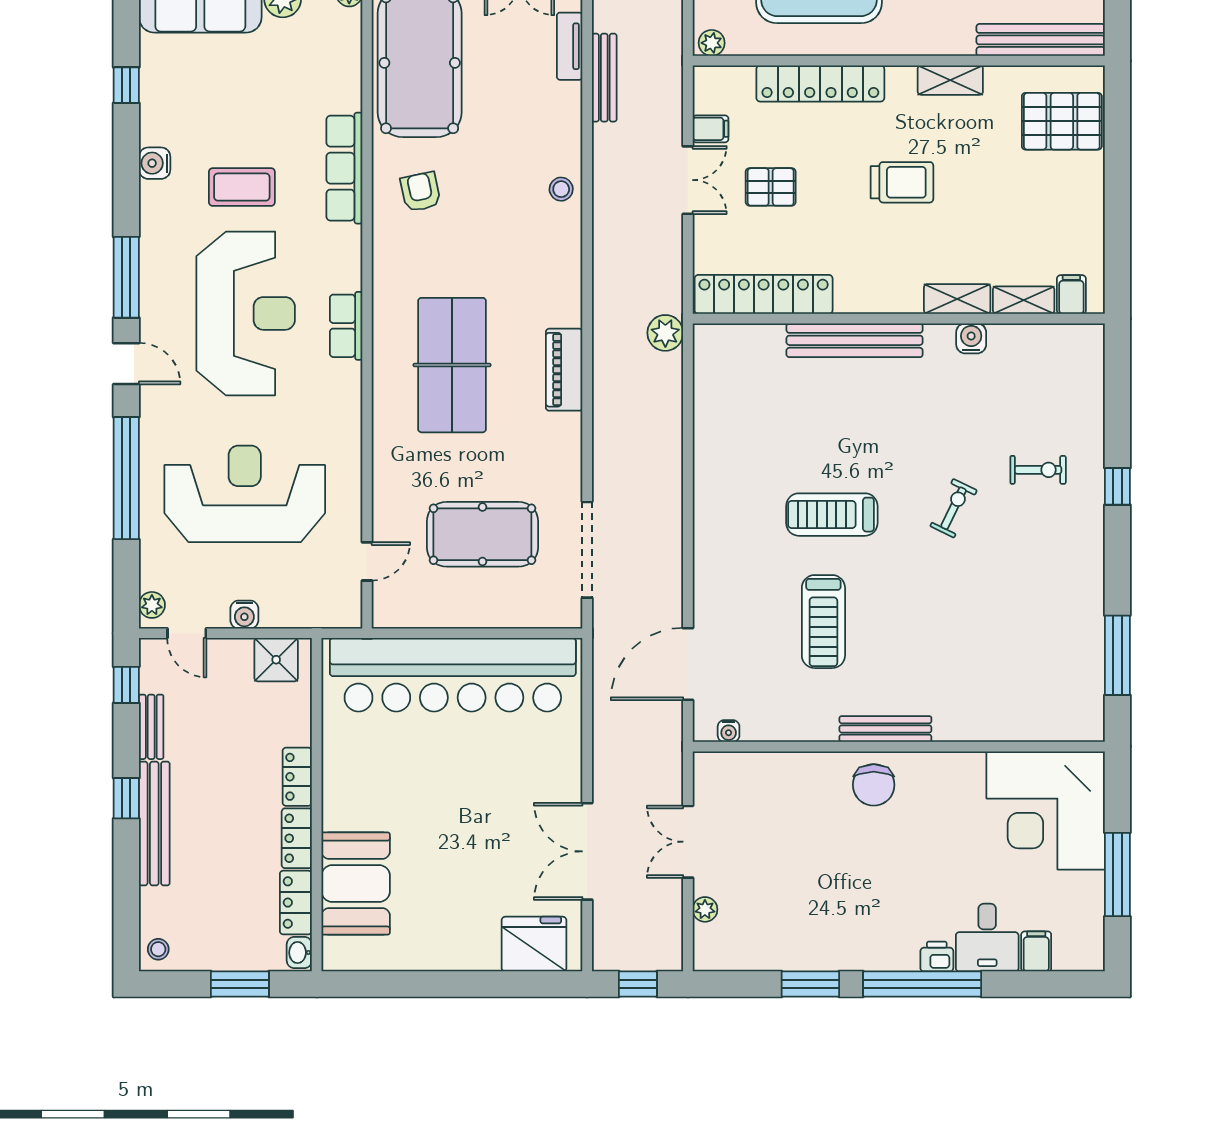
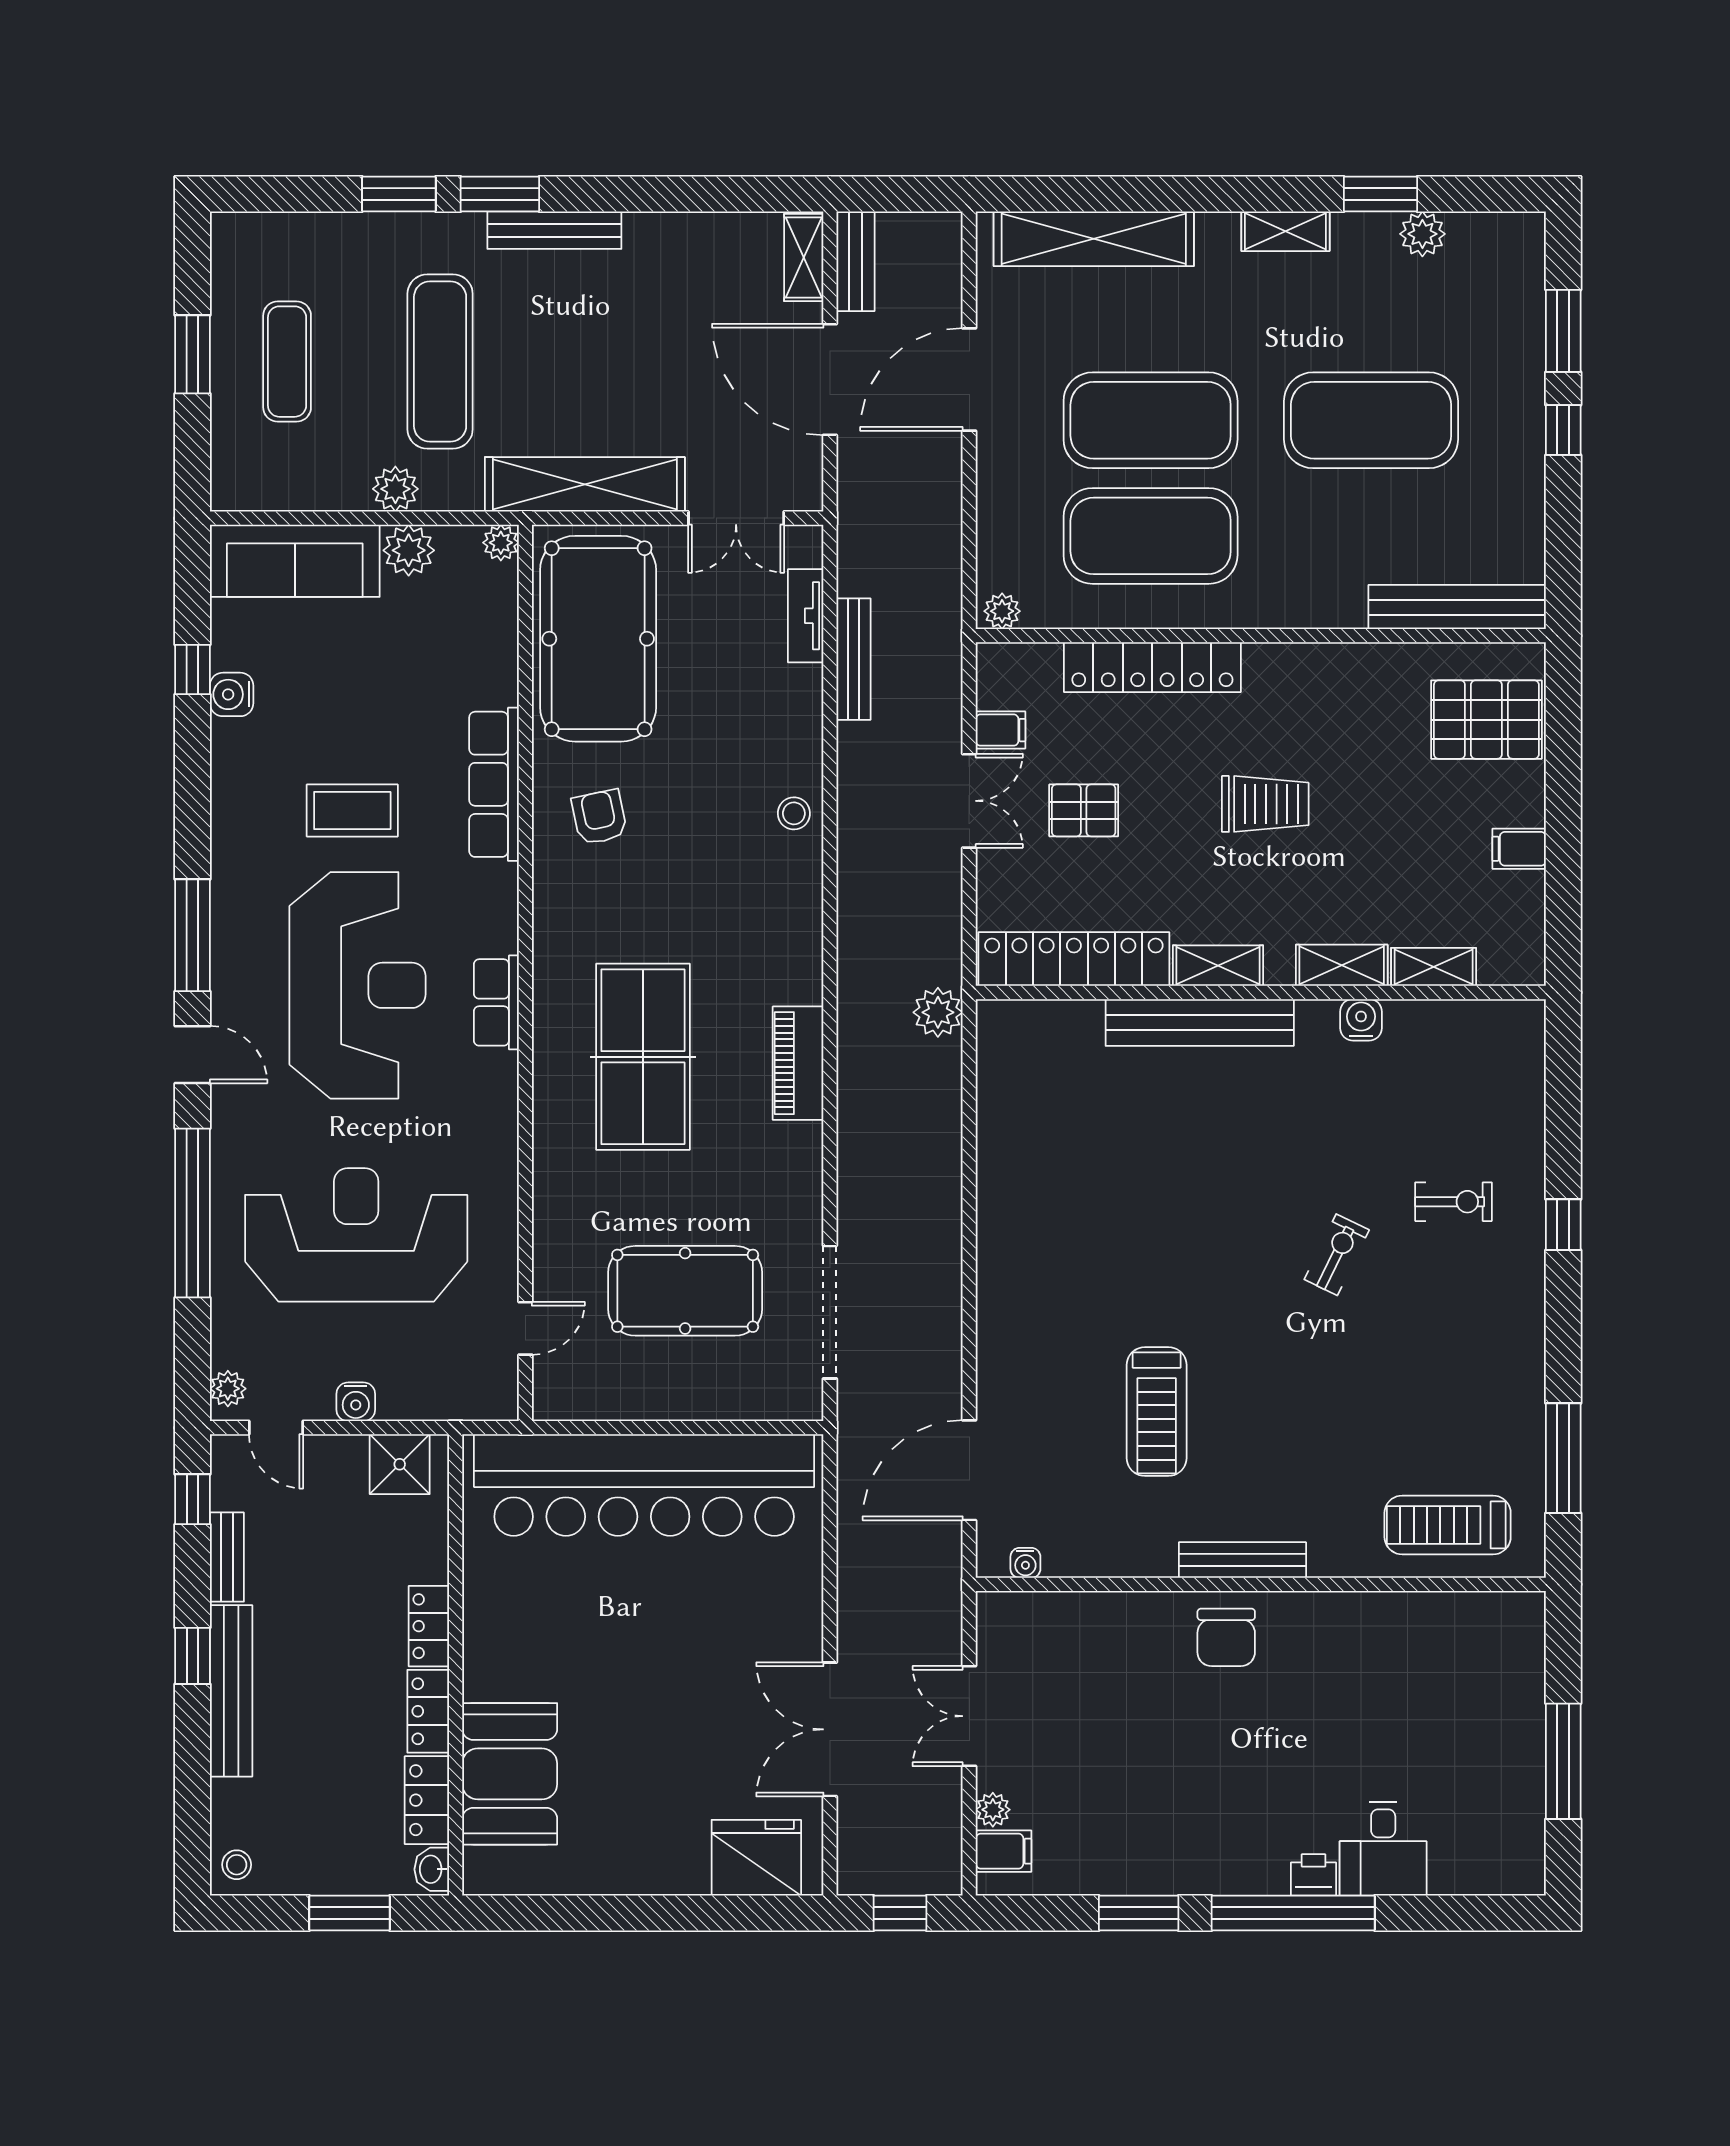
shelving: (950, 80) -> (1218, 966), moved
water cooler: (155, 163) -> (232, 694), moved
filing cabinet: (1071, 295) -> (1519, 849), moved, turned -90
treadmill: (832, 515) -> (1448, 1525), moved
corner desk: (1046, 810) -> (1464, 1673), removed
filing cabinet: (1036, 951) -> (1004, 1851), moved, turned 90

